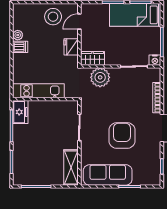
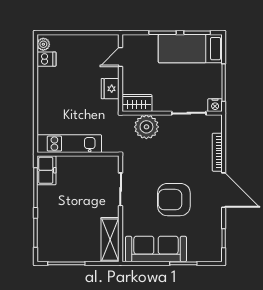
stool: (53, 17) -> (88, 51), removed
plant: (18, 35) -> (43, 44), moved
dishwasher: (20, 47) -> (46, 59), moved
armchair: (122, 135) -> (174, 200), turned -90

